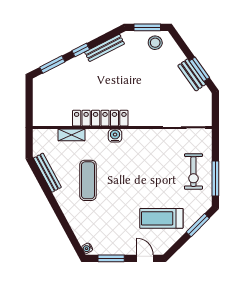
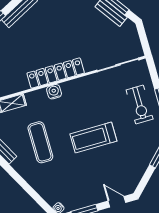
locker: (100, 118) -> (56, 73), moved
treadmill: (161, 218) -> (93, 138), moved

